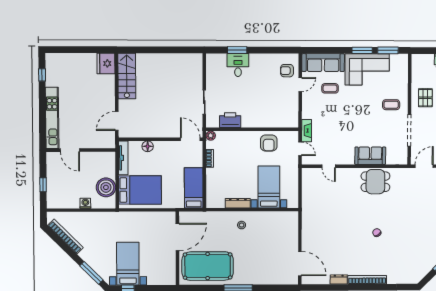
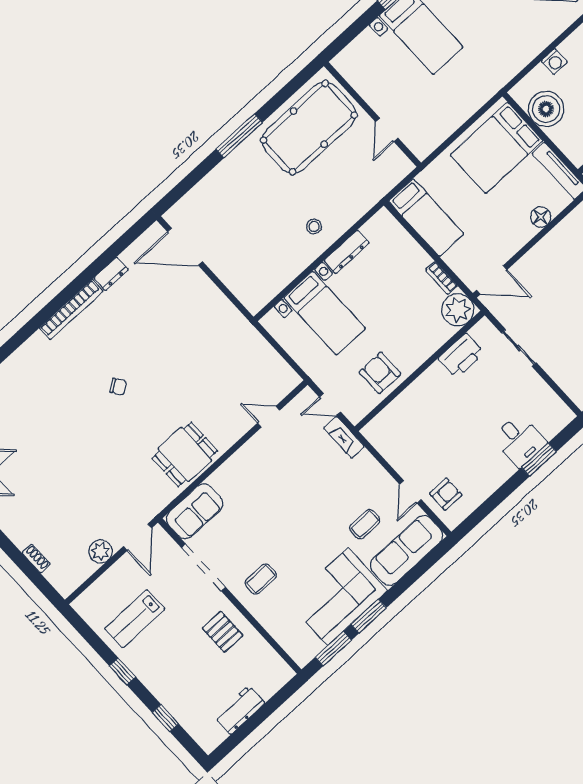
plant: (211, 136) -> (458, 310), width x1.87, depth x1.87
sofa: (370, 156) -> (195, 511), moved
door: (177, 237) -> (387, 130), width x0.53

